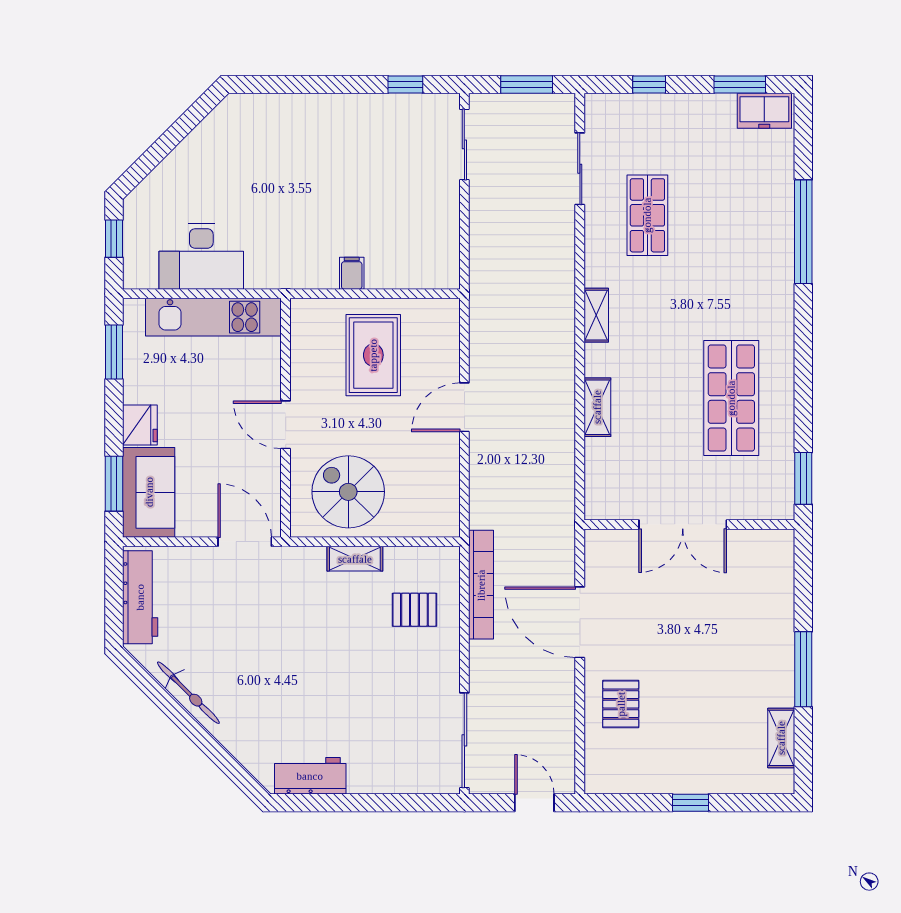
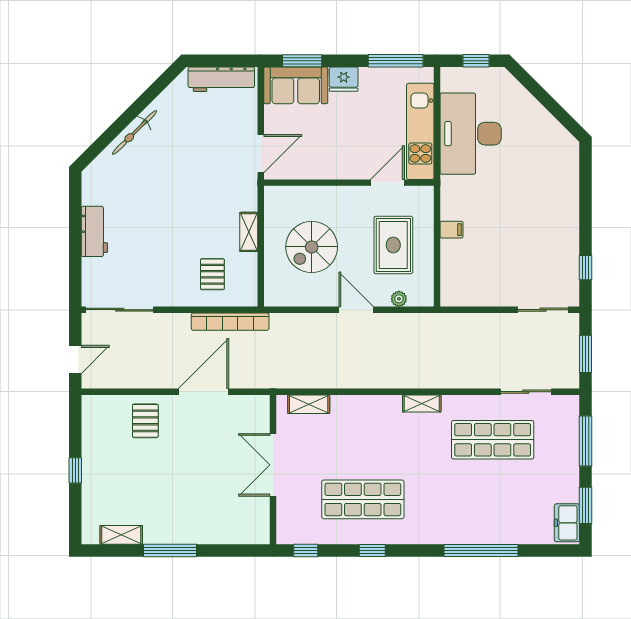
window: (649, 85) -> (586, 441), width x2.17
shop shelf: (647, 215) -> (493, 440), width x1.43, depth x1.36
desk: (201, 256) -> (471, 134), width x1.36, depth x1.30
plant: (449, 347) -> (399, 299), added
window: (114, 352) -> (396, 61), width x1.44
rug: (373, 355) -> (393, 245), turned 90
window: (803, 385) -> (372, 551), added
shelving: (597, 407) -> (309, 404), moved
door: (286, 425) -> (387, 183), moved
window: (803, 478) -> (306, 551), width x0.67
spiral stairs: (348, 492) -> (312, 247), moved, turned 180
bicycle: (188, 693) -> (134, 133), moved
pallet: (621, 704) -> (145, 421), turned 90
workbench: (310, 776) -> (94, 231), moved

